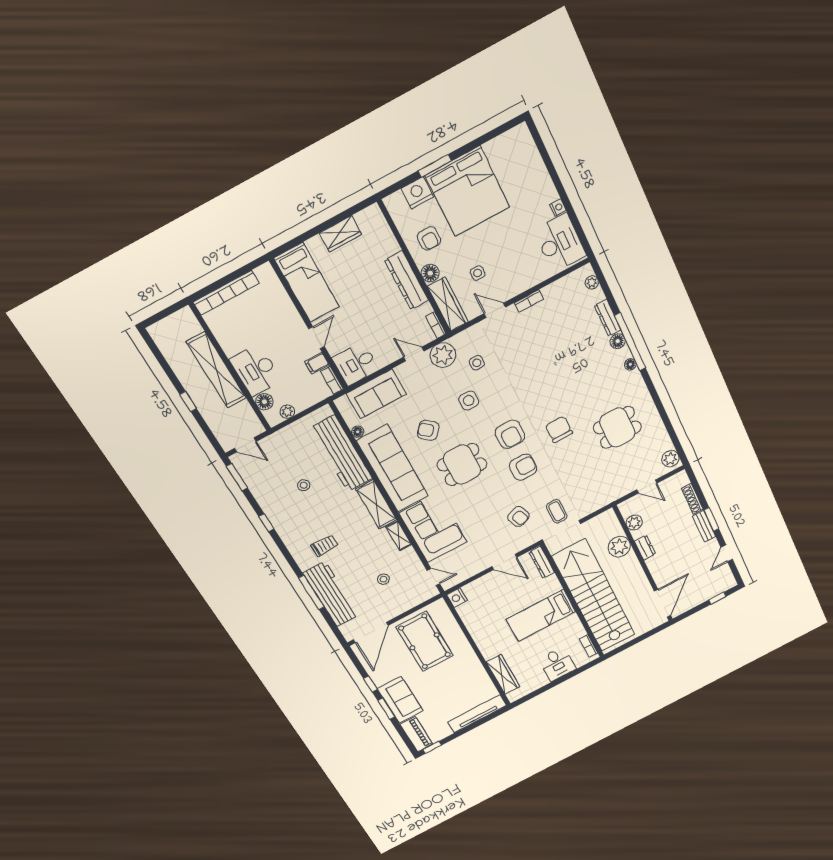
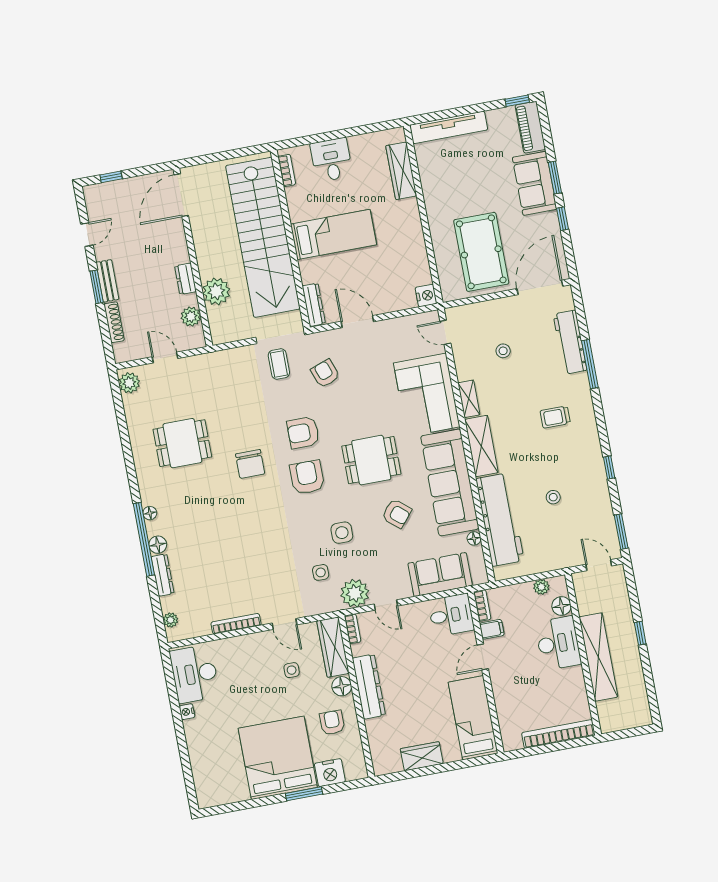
bookcase: (529, 301) -> (236, 624), width x1.56
workbench: (331, 594) -> (570, 342), width x0.73, depth x0.76

